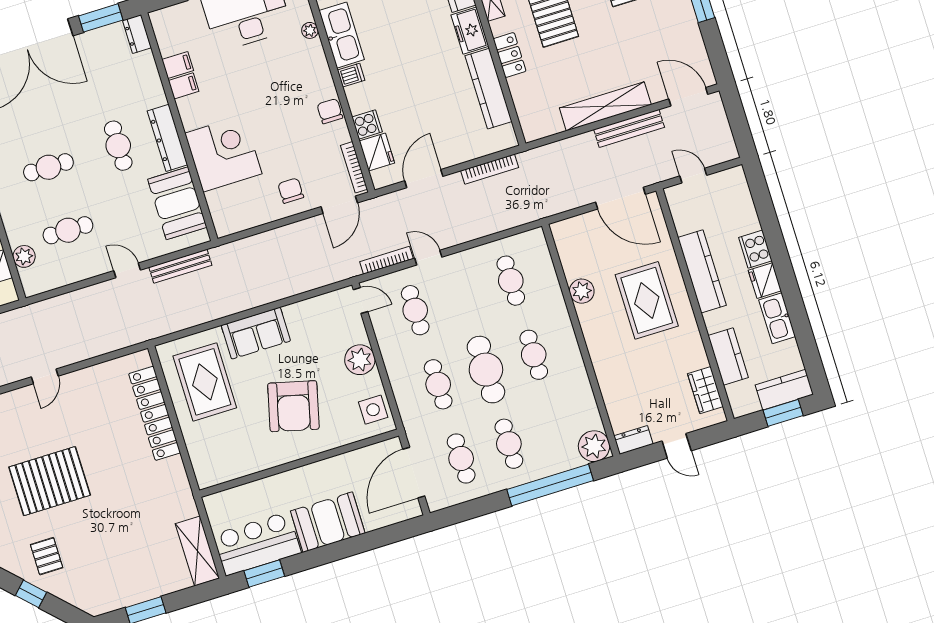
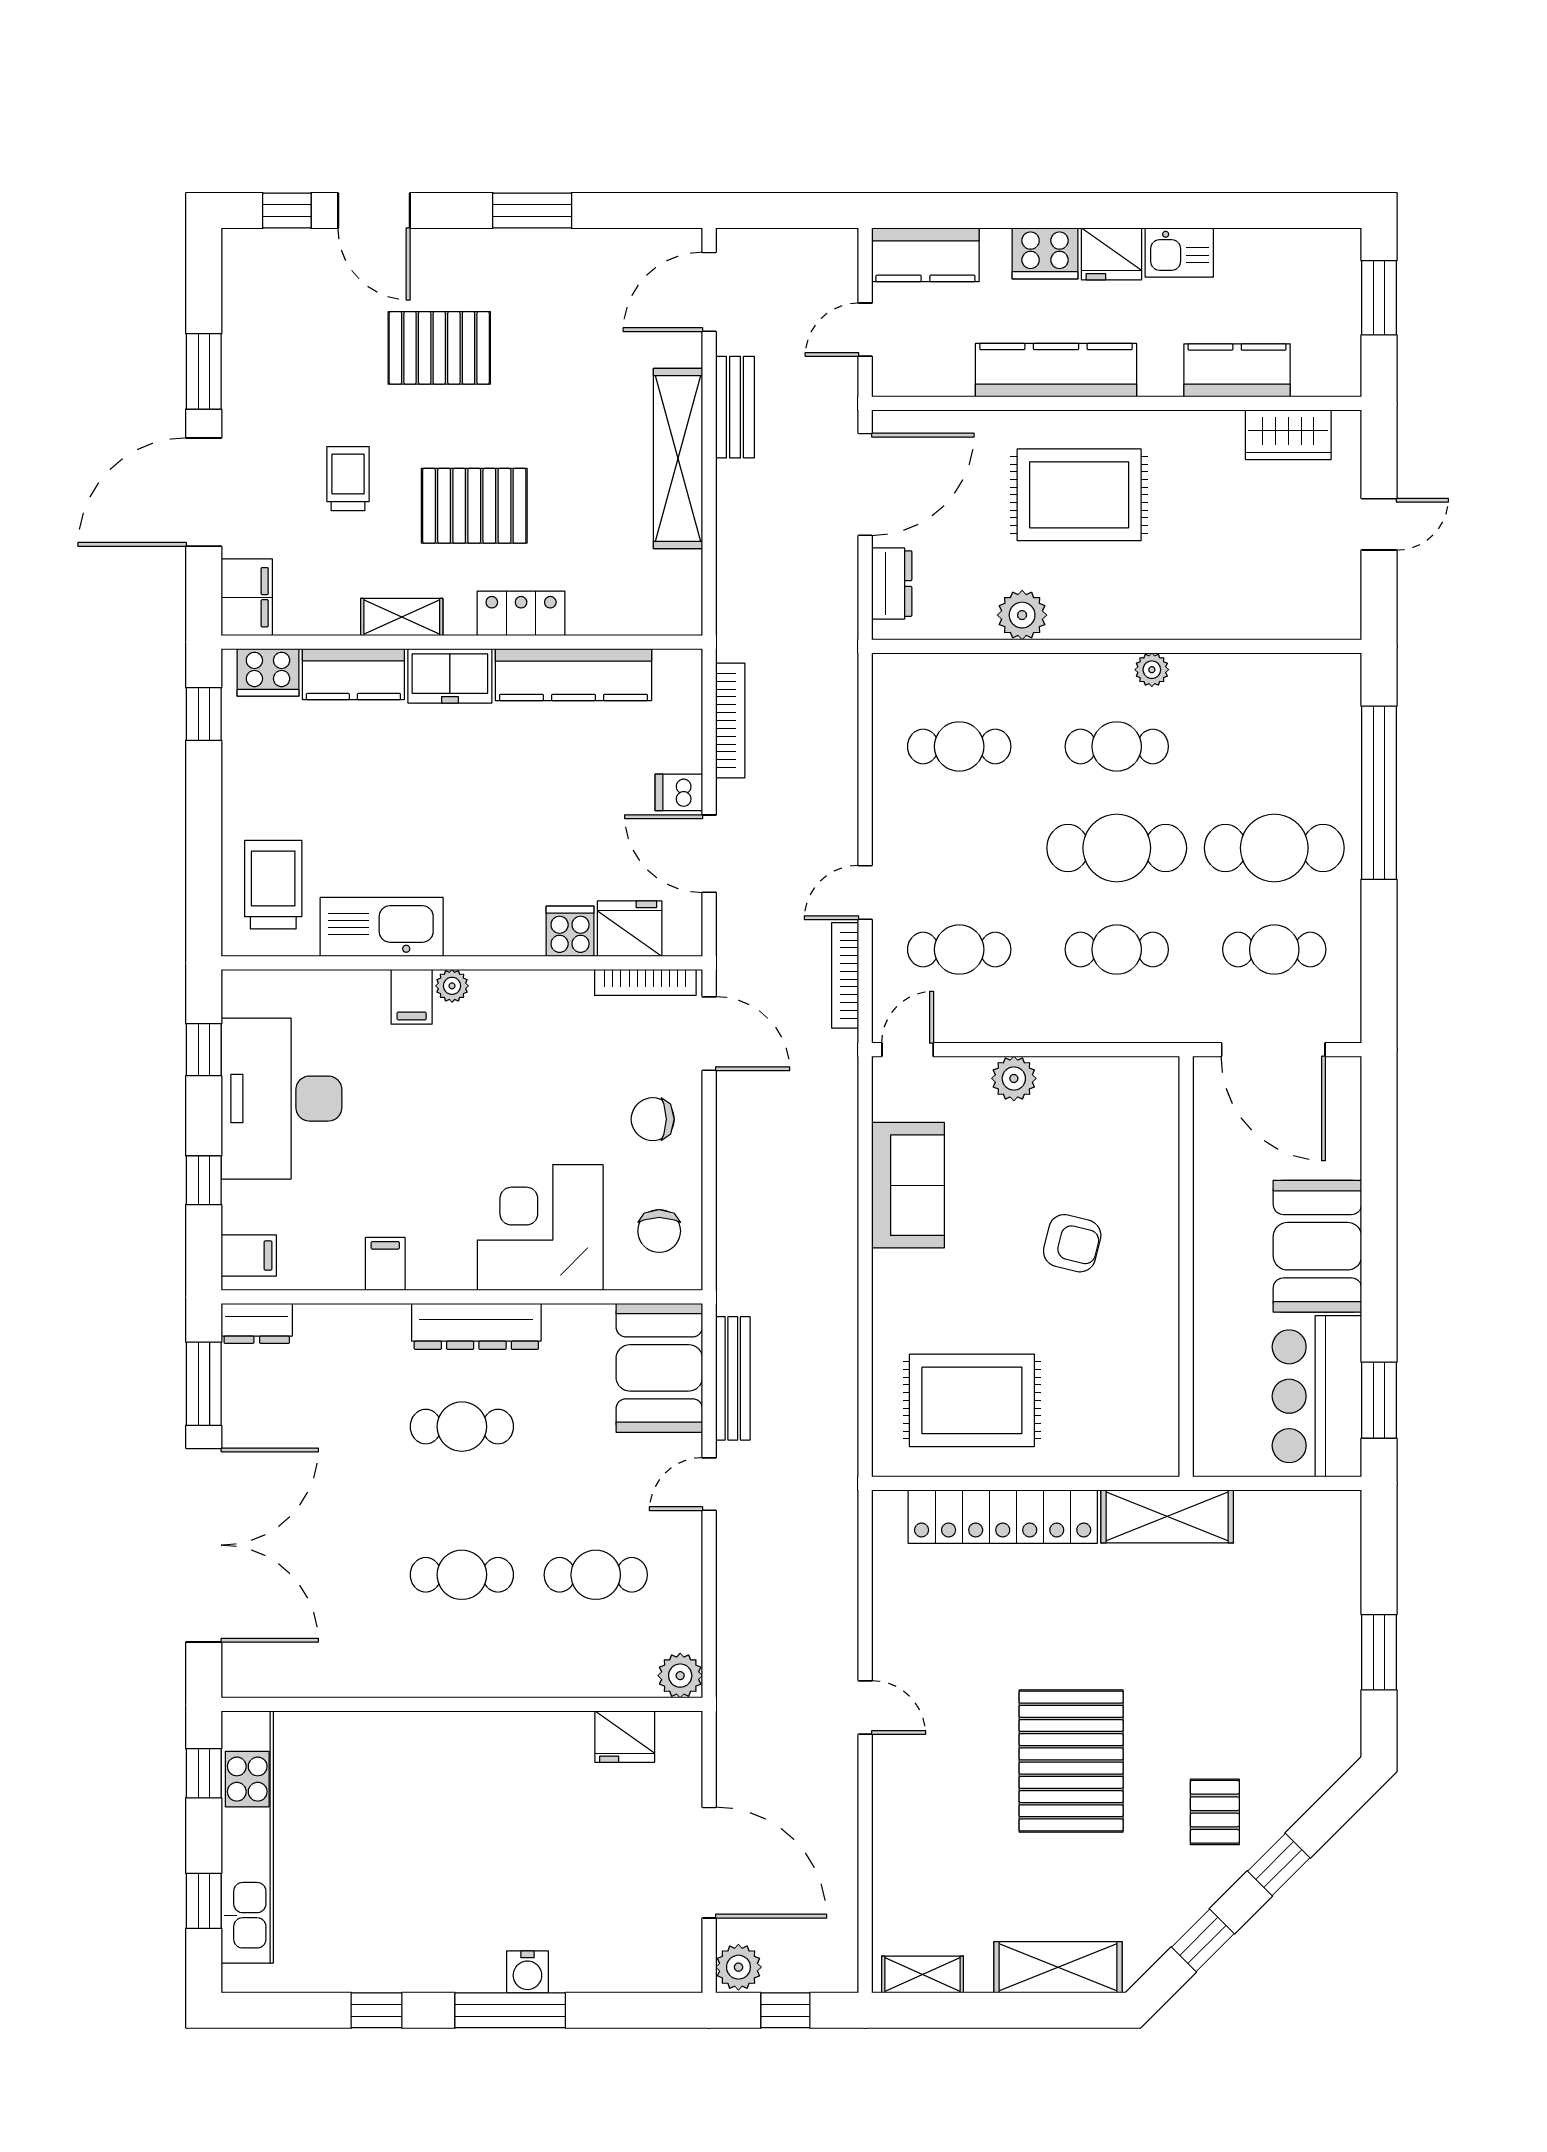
plant: (310, 30) -> (452, 986), moved
filing cabinet: (313, 59) -> (412, 997), added
filing cabinet: (178, 65) -> (249, 1255), moved, turned 90
dishwasher: (351, 75) -> (679, 792), moved, turned -90
chair: (330, 111) -> (659, 1231), moved, turned -90
bench: (629, 128) -> (735, 407), width x0.73
cafe table: (48, 167) -> (462, 1575), turned 90
booth: (177, 203) -> (659, 1368), moved, turned 90
cafe table: (68, 230) -> (596, 1575), turned 90
plant: (24, 256) -> (680, 1676), moved
kitchen sink: (777, 318) -> (1179, 253), width x0.73
sofa: (256, 333) -> (908, 1185), moved
plant: (360, 360) -> (1014, 1078), width x0.73, depth x0.73
kitchen counter: (784, 390) -> (925, 255), moved, turned -90
armchair: (293, 406) -> (1072, 1243), width x0.53, depth x0.53
side table: (373, 410) -> (1127, 1091), removed
dresser: (633, 440) -> (892, 584), moved, turned 180
cafe table: (509, 444) -> (1274, 848), width x1.37, depth x1.35
plant: (594, 446) -> (1152, 670), moved, width x0.53, depth x0.53
shelving: (197, 551) -> (1167, 1516), moved
pallet: (47, 556) -> (1215, 1812), turned 90

